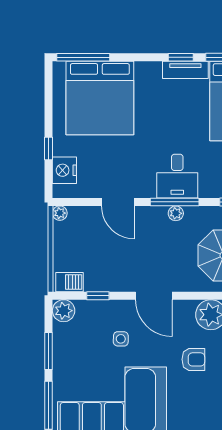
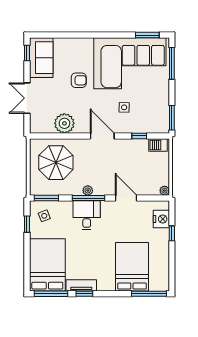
bed: (100, 98) -> (132, 267), width x0.73
plant: (64, 311) -> (162, 126), removed
window: (49, 351) -> (172, 118), moved
armchair: (193, 359) -> (79, 80), moved, turned 180

